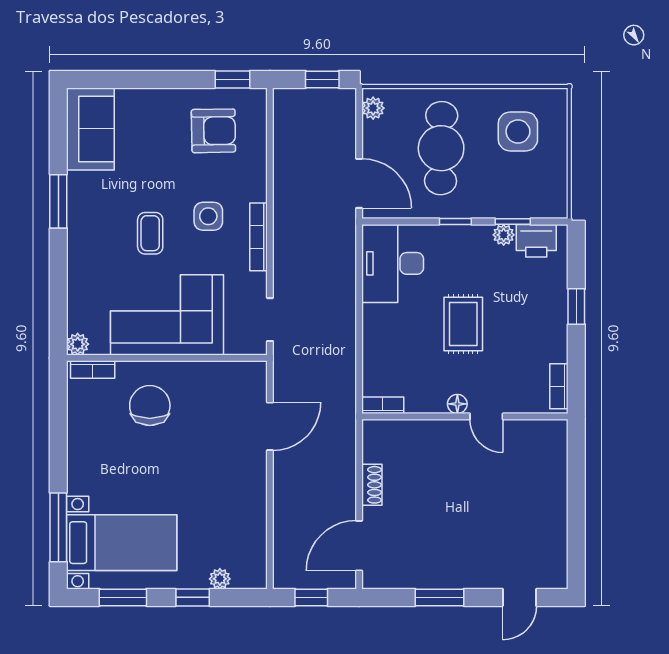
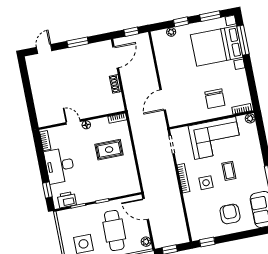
armchair: (213, 131) -> (230, 214), moved, turned 91
plant: (504, 235) -> (81, 199), removed
desk: (393, 263) -> (60, 166), moved, turned 180
window: (576, 307) -> (47, 190), moved
rug: (463, 324) -> (109, 150), moved, turned 90
bed with nightstands: (122, 543) -> (217, 46), width x1.36

